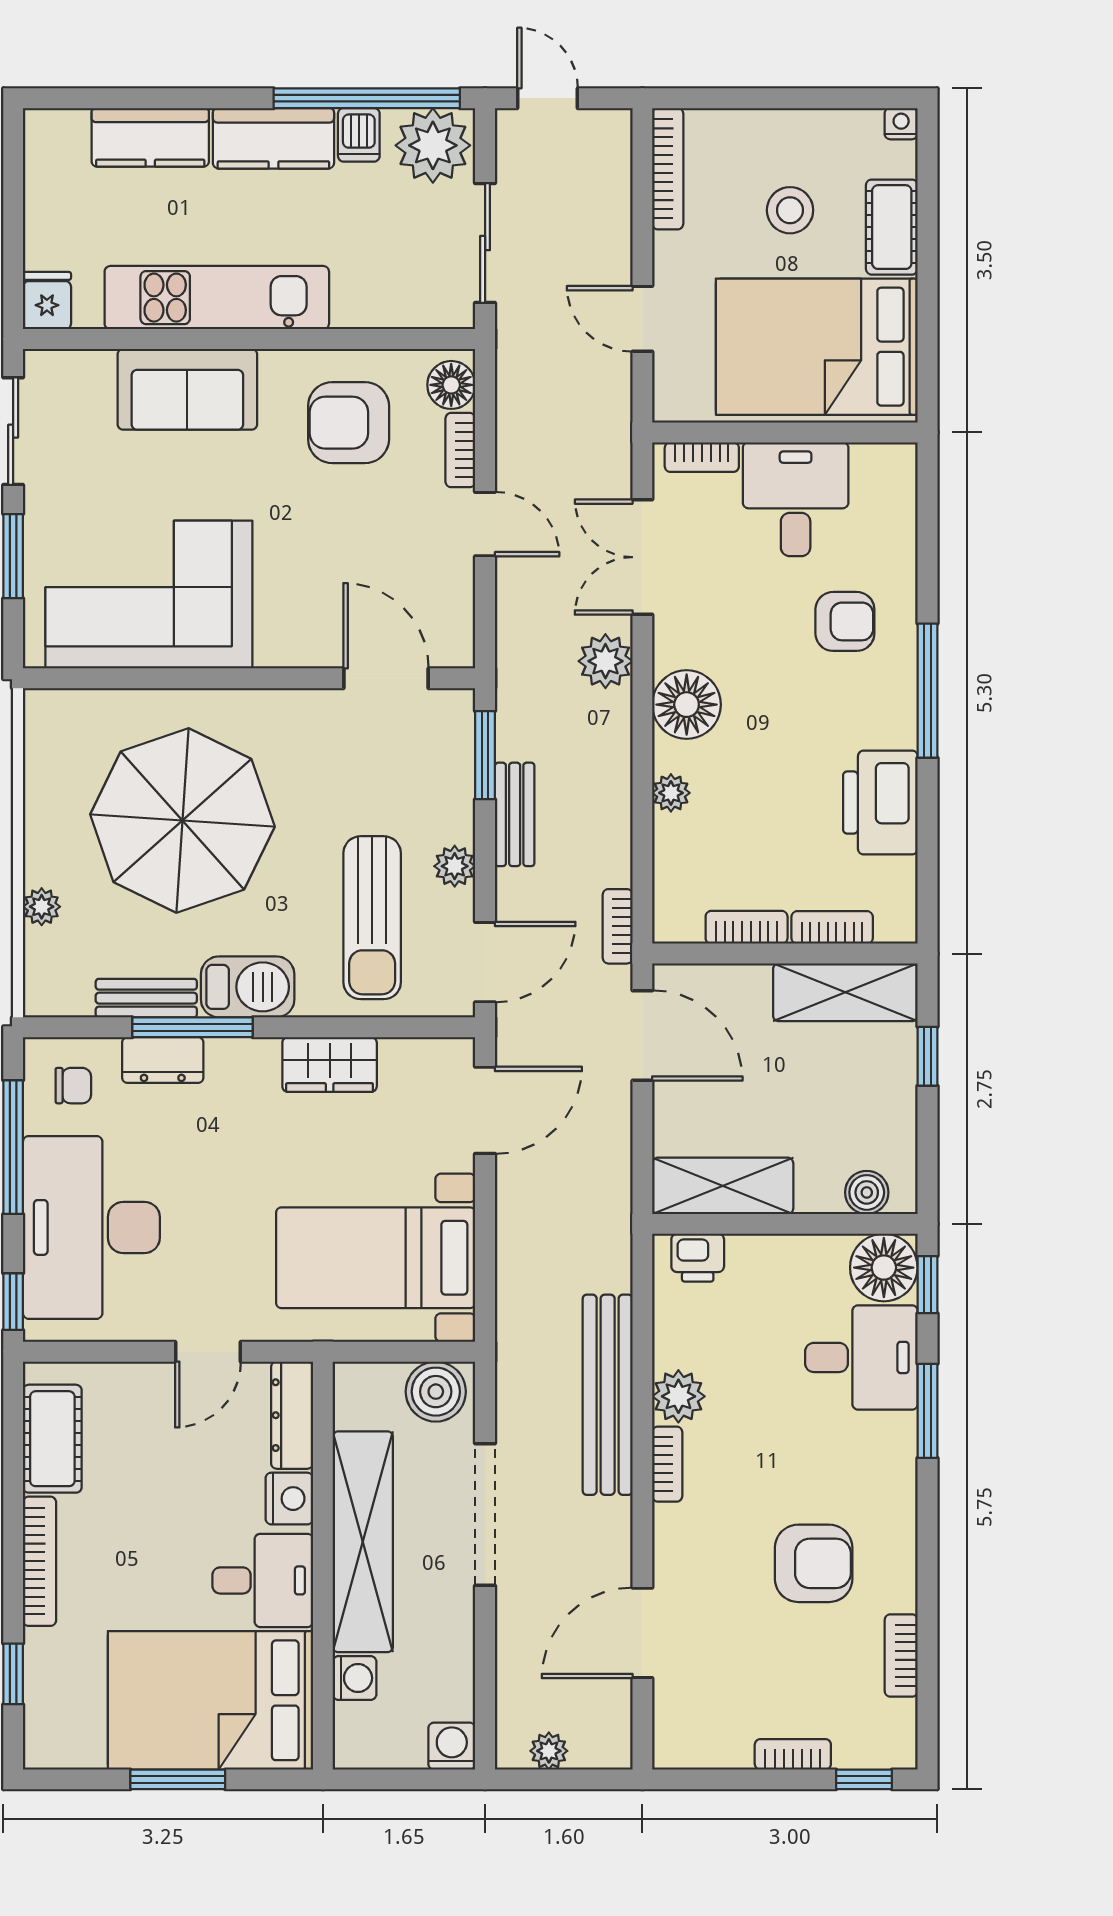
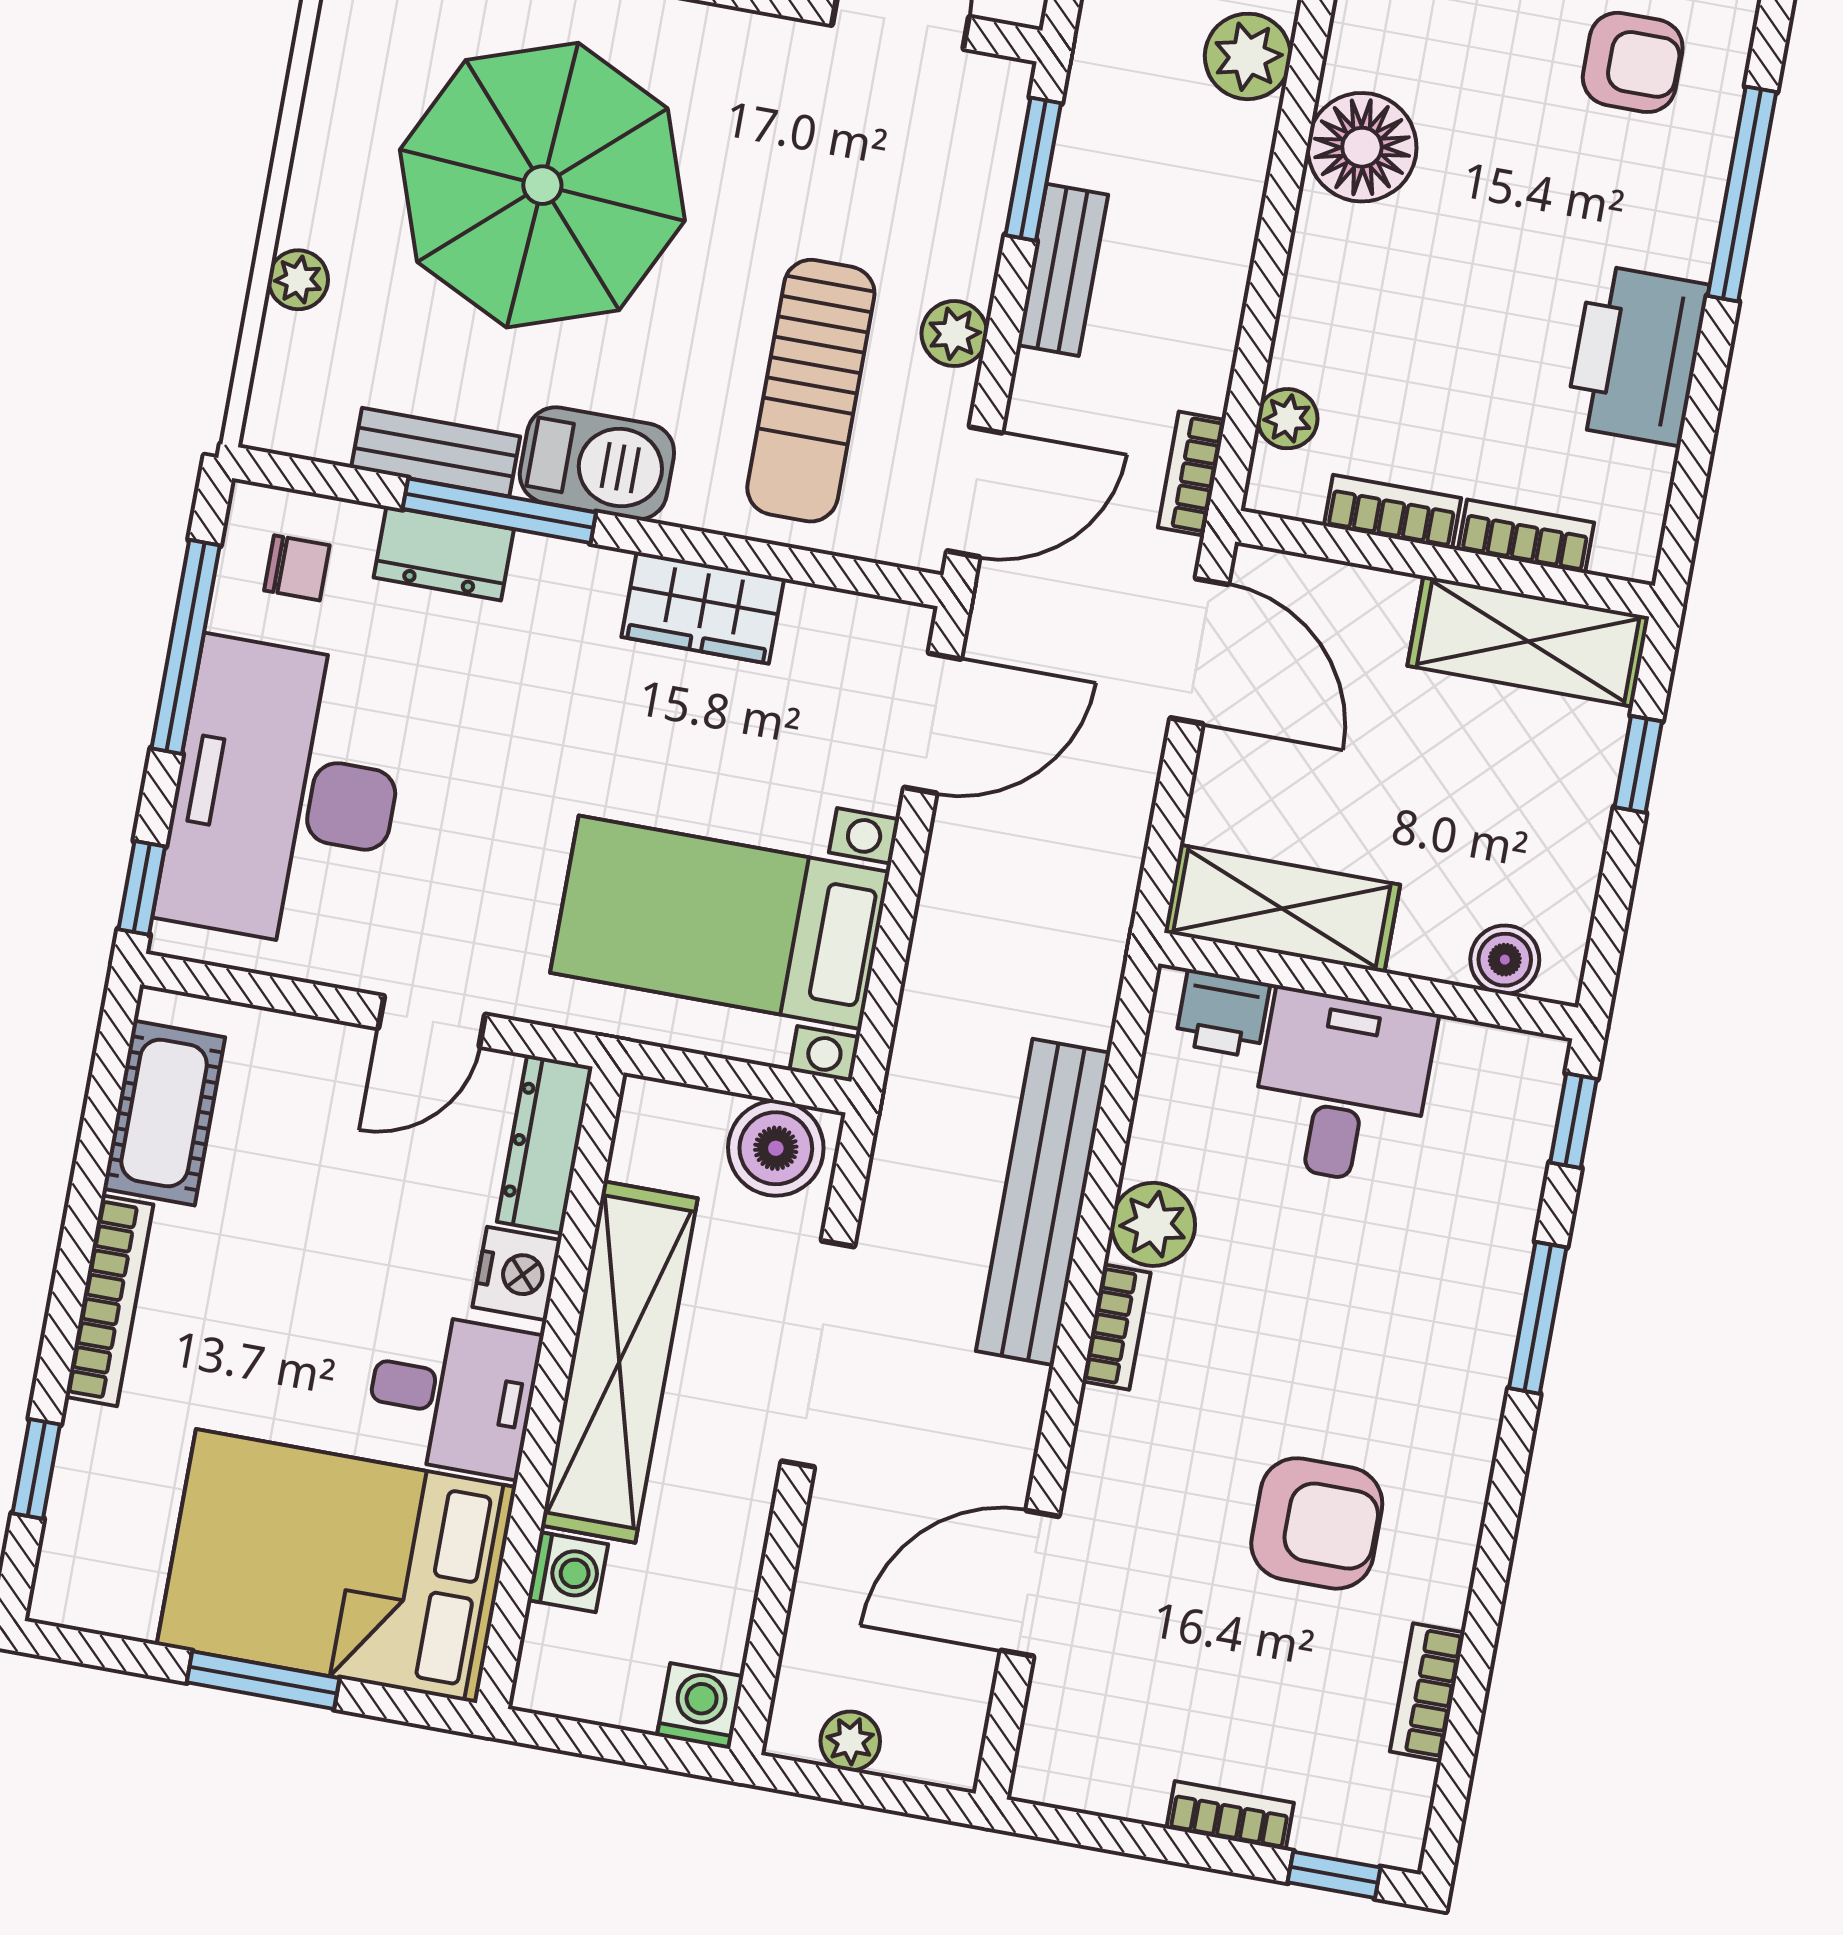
plant: (671, 793) -> (1288, 419), moved
floor lamp: (884, 1268) -> (1510, 1082), removed
desk: (861, 1357) -> (1342, 1087), moved, turned -90

